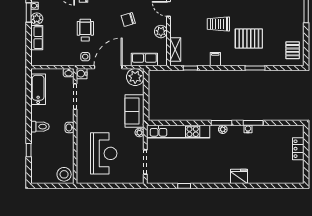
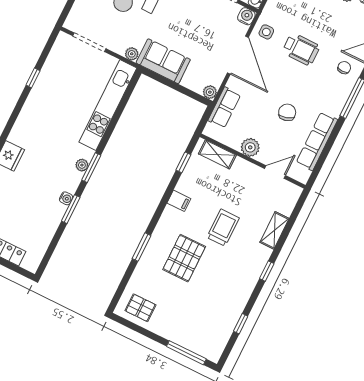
plant: (135, 77) -> (210, 92), width x0.53, depth x0.53

